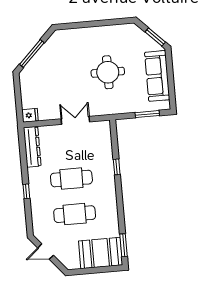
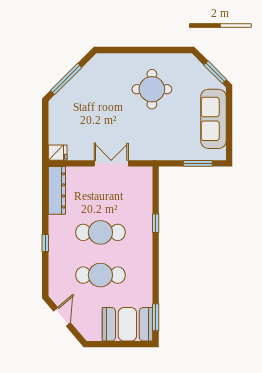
round table: (108, 72) -> (152, 89), moved
door: (46, 252) -> (62, 317), swing flipped

